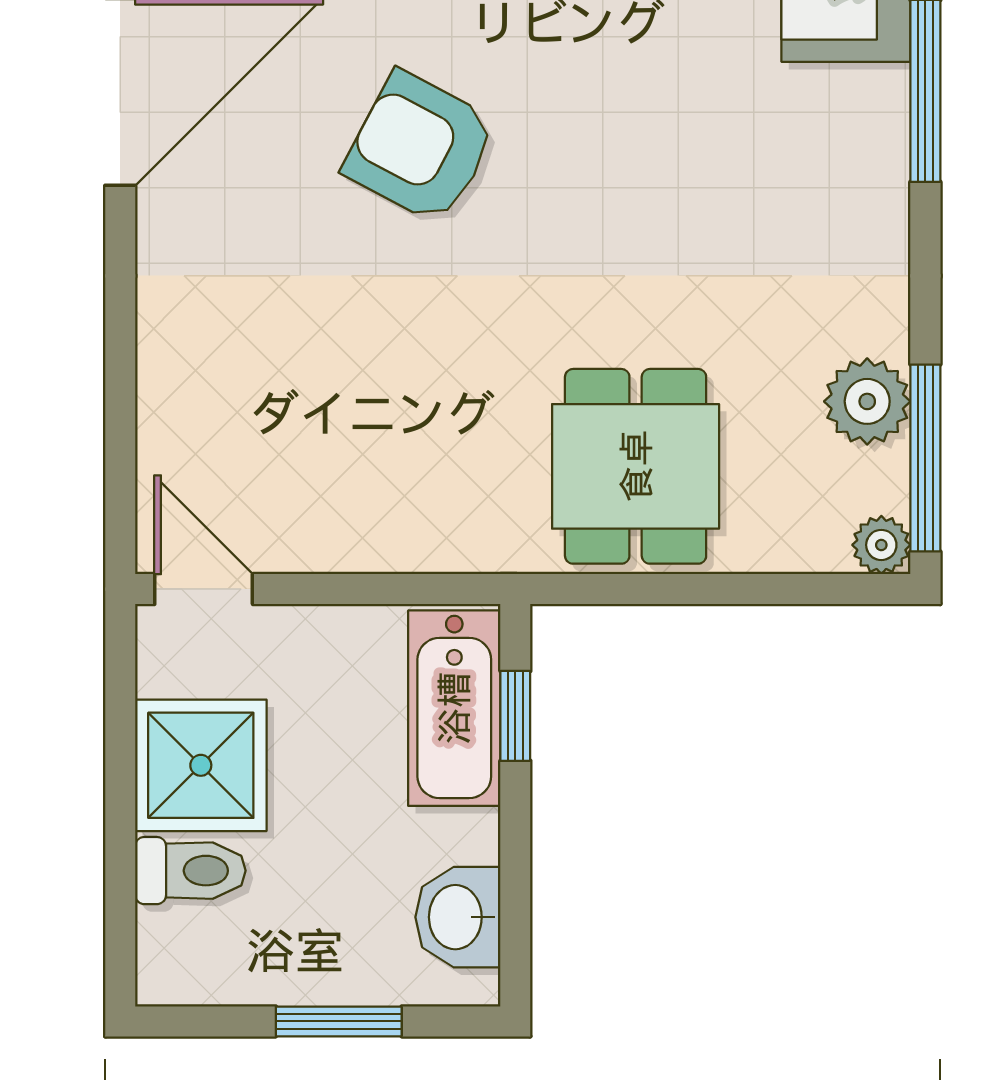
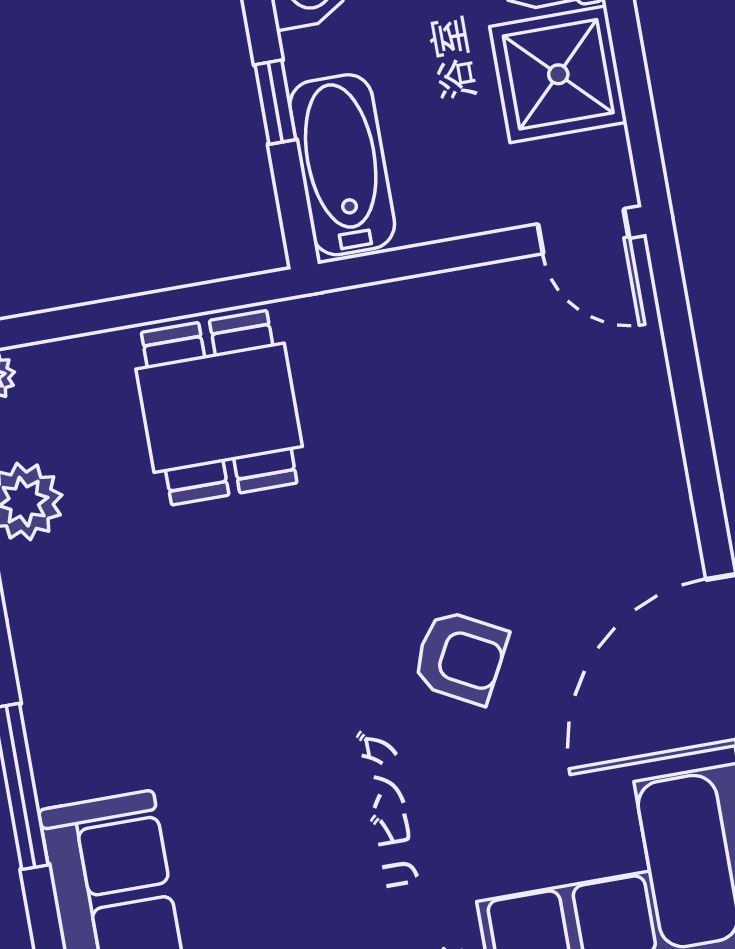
armchair: (420, 147) -> (460, 657), width x0.72, depth x0.72
window: (515, 716) -> (275, 102), moved

